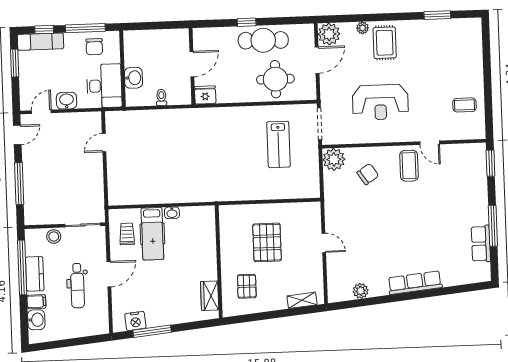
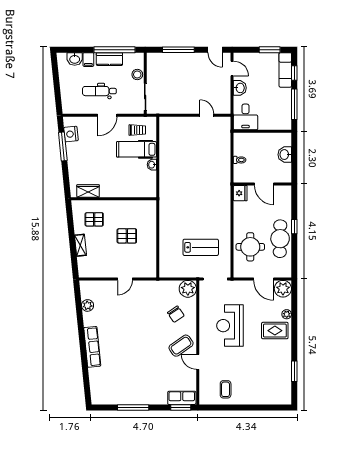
chair: (94, 47) -> (280, 111), removed
washbasin: (133, 78) -> (285, 155), moved, turned 90
desk: (104, 86) -> (246, 117), width x0.73
door: (430, 143) -> (198, 362), hinge flipped
lab bench: (279, 144) -> (201, 247), turned 180
coffee table: (409, 166) -> (181, 346), turned -35
pallet: (267, 242) -> (127, 236), width x0.67, depth x0.71
row of seats: (481, 244) -> (182, 398), moved
door: (109, 274) -> (107, 115), hinge flipped
shelving: (302, 300) -> (80, 245), moved

